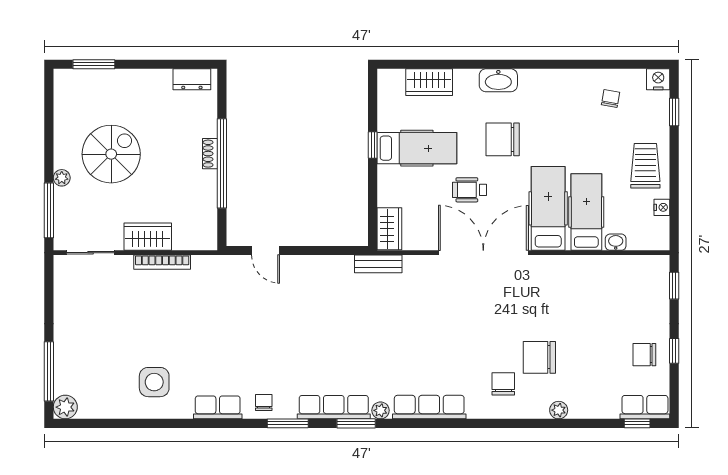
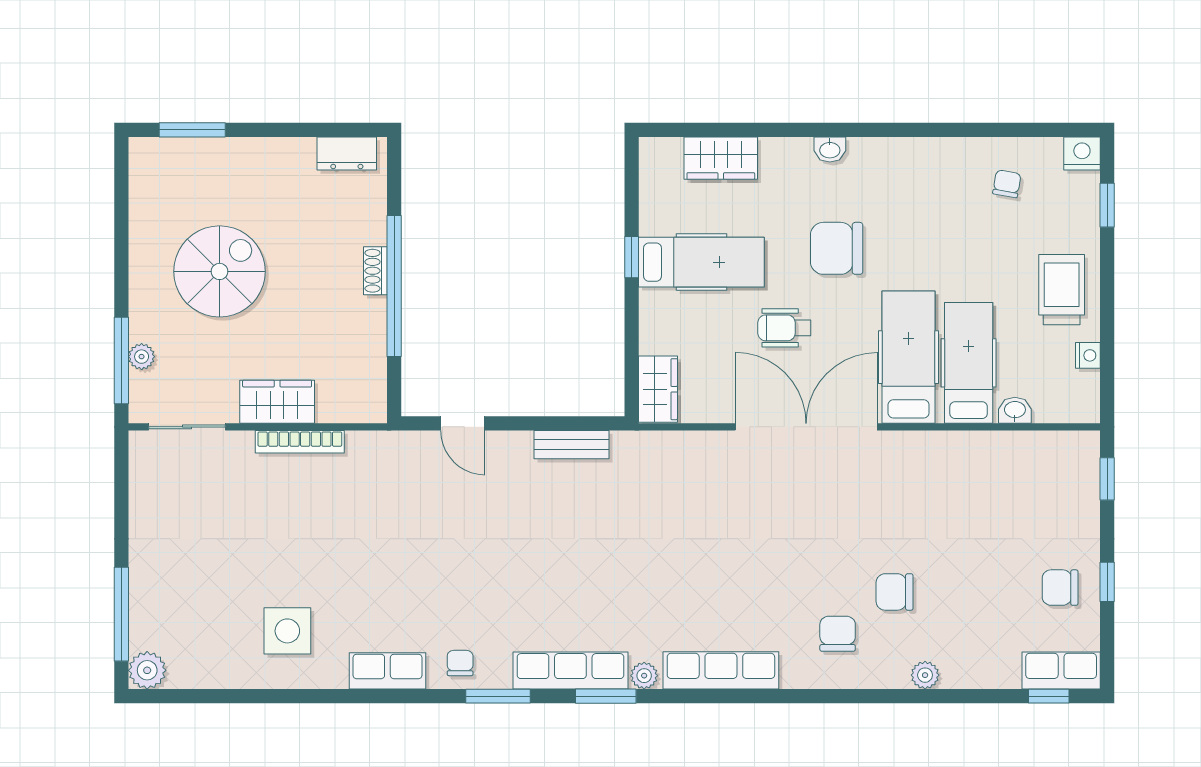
washbasin: (498, 80) -> (830, 149), width x0.52, depth x0.69
plant: (62, 178) -> (142, 357), moved
bench: (378, 264) -> (572, 445), moved
chair: (539, 357) -> (895, 592), width x0.73, depth x0.73

